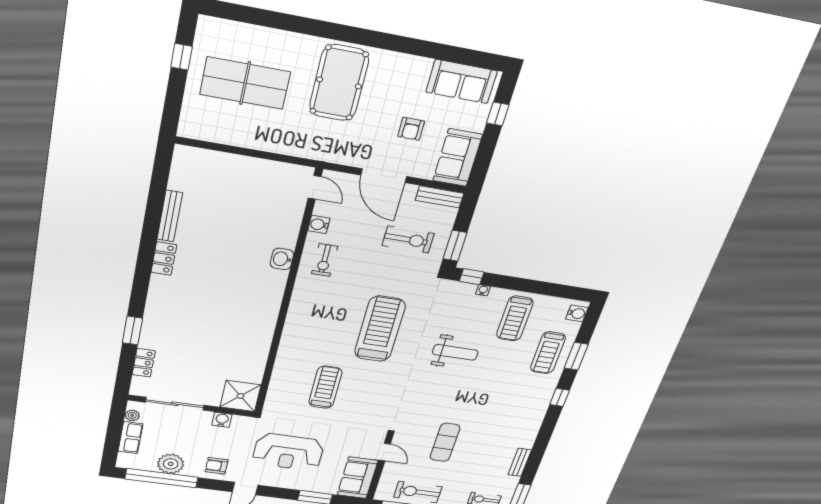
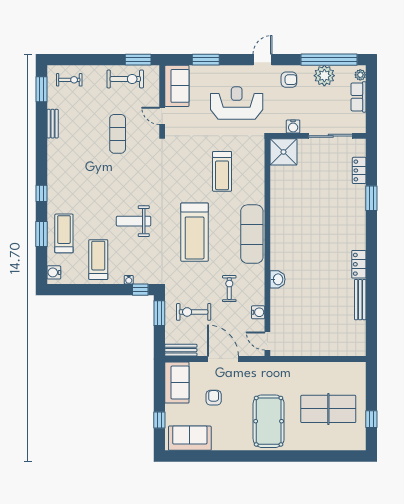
exercise bike: (325, 260) -> (229, 289), moved
exercise mat: (304, 315) -> (252, 234), added
plant: (132, 415) -> (360, 75), moved

